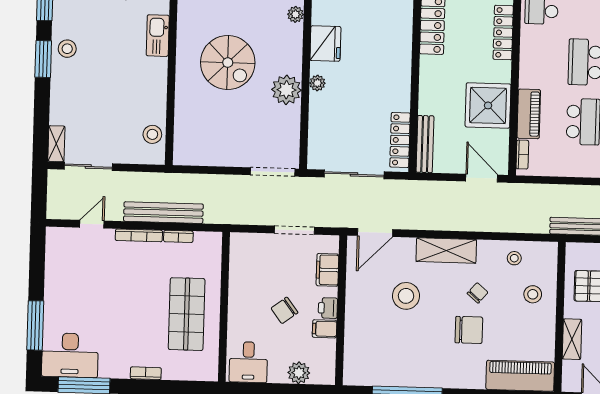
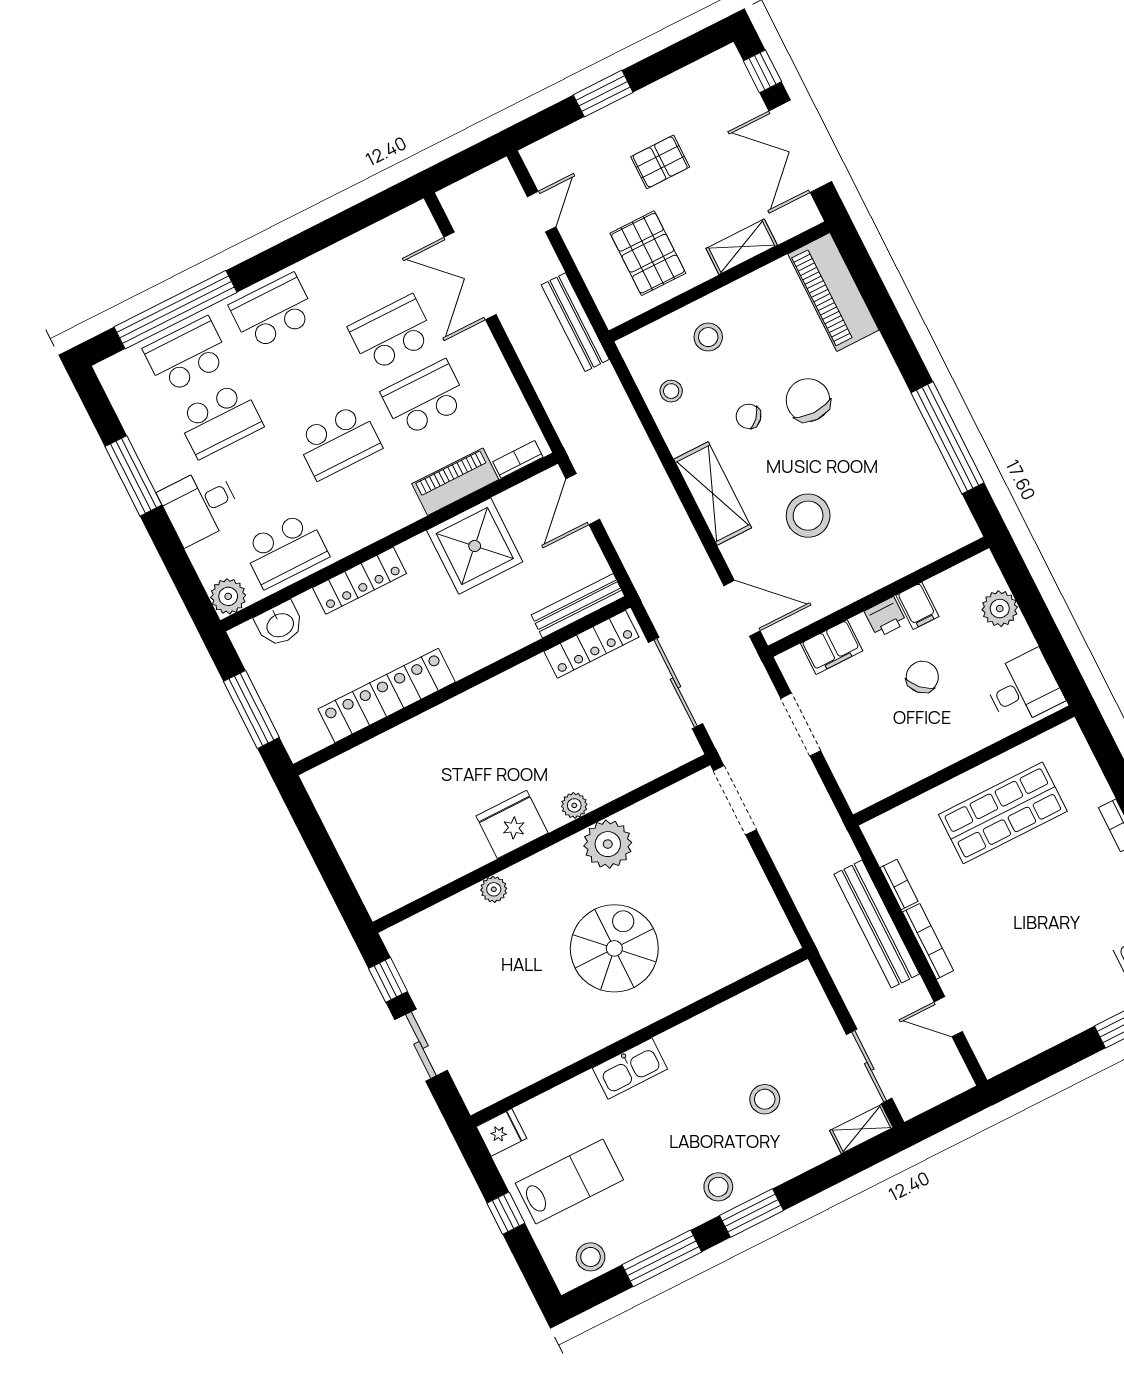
stool: (152, 134) -> (765, 1099), moved
chair: (284, 310) -> (922, 677), turned -98

